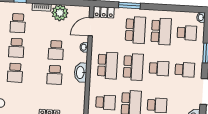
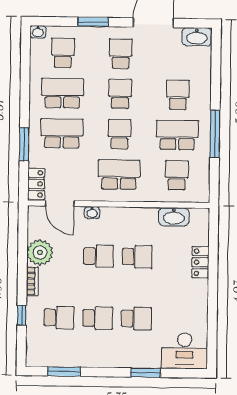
school desk: (133, 67) -> (120, 134), width x0.54
washbasin: (81, 72) -> (174, 217), moved

